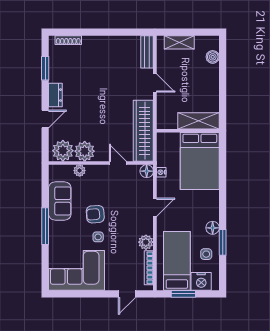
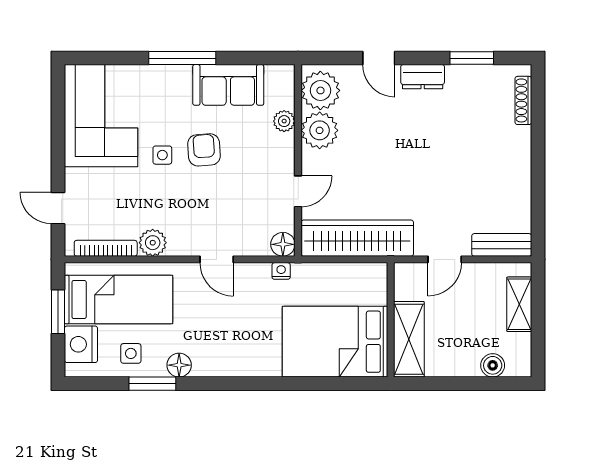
shelving: (198, 121) -> (409, 339), moved
wall: (188, 131) -> (391, 320), moved
bed: (200, 161) -> (335, 342), moved

